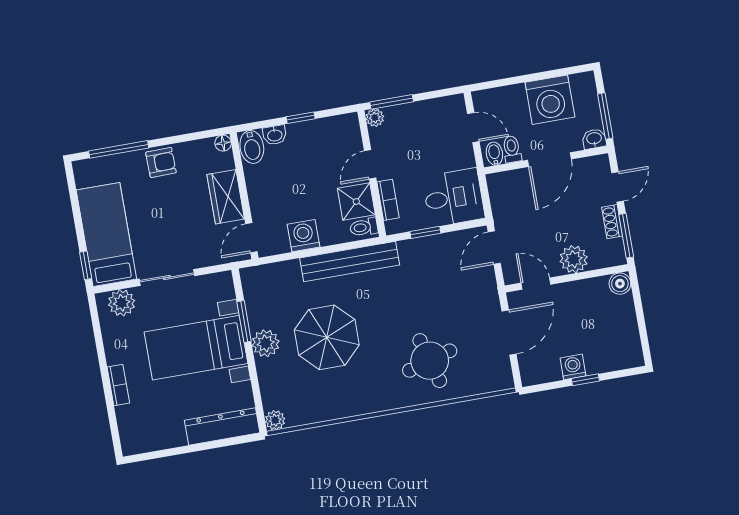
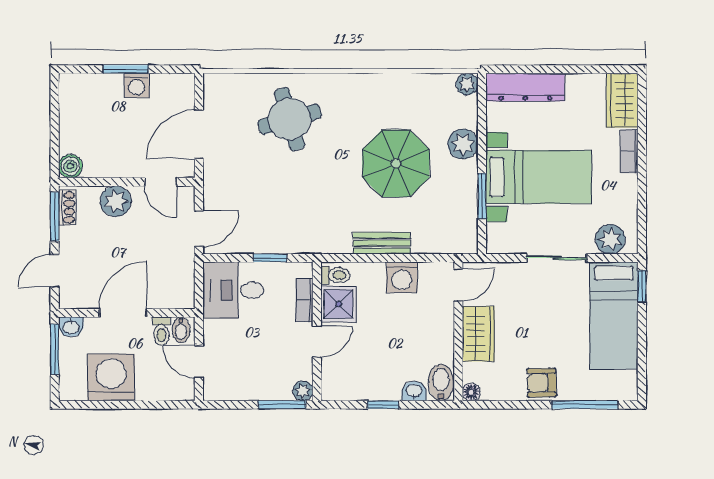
shoe rack: (612, 222) -> (67, 208), moved
bench: (350, 261) -> (382, 243), width x0.54, depth x0.82
plant: (266, 343) -> (463, 144), moved
window: (585, 380) -> (126, 69), width x1.50
wardrobe: (133, 430) -> (622, 100), added

